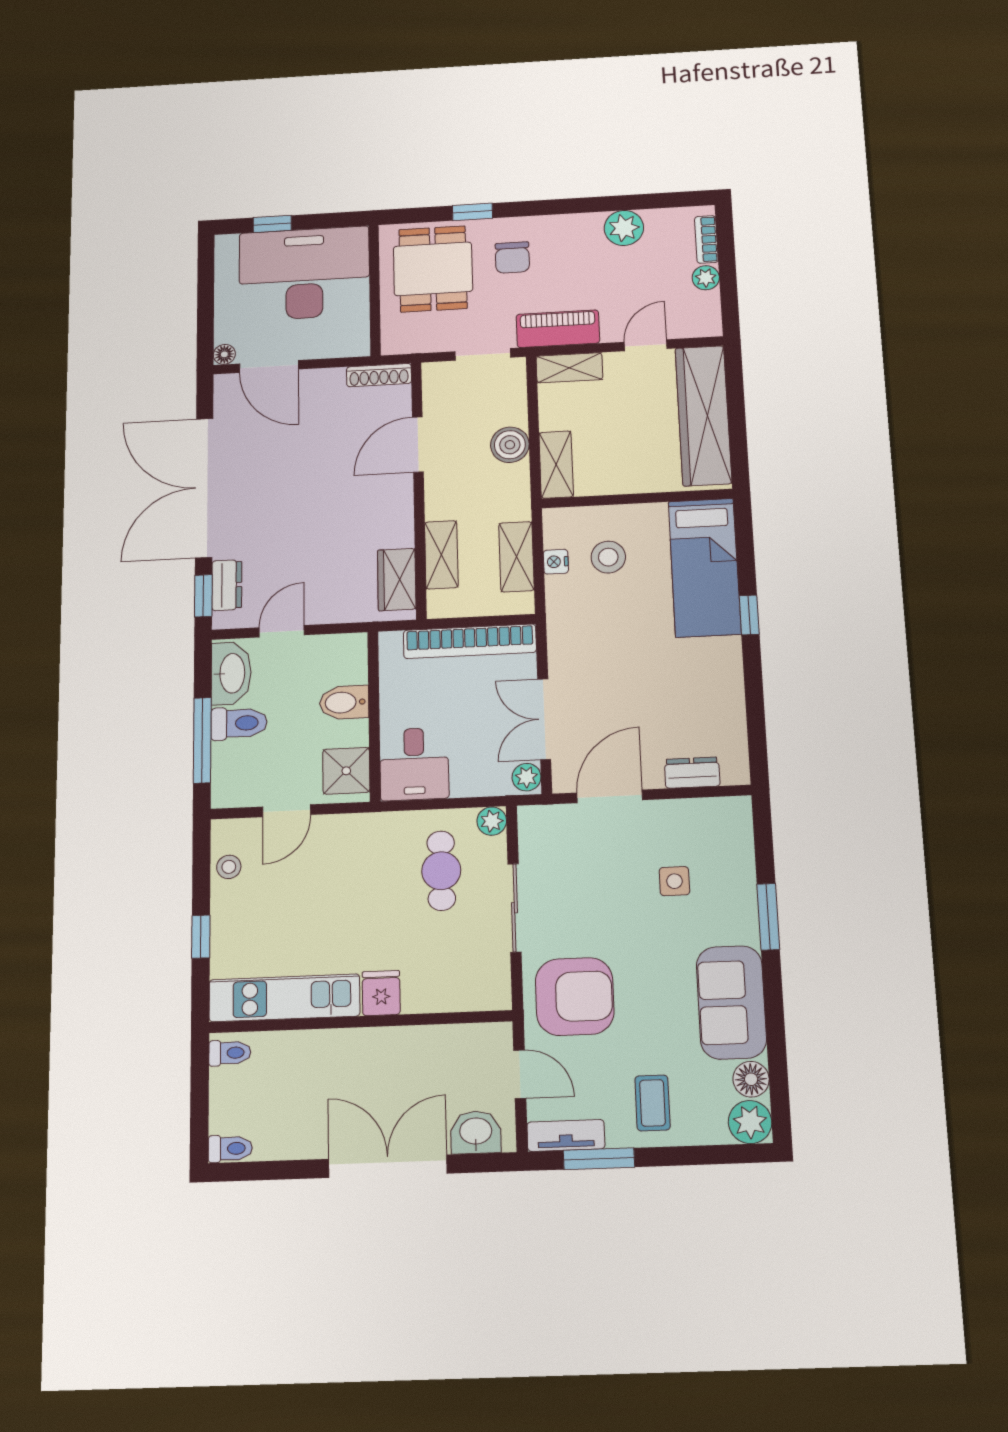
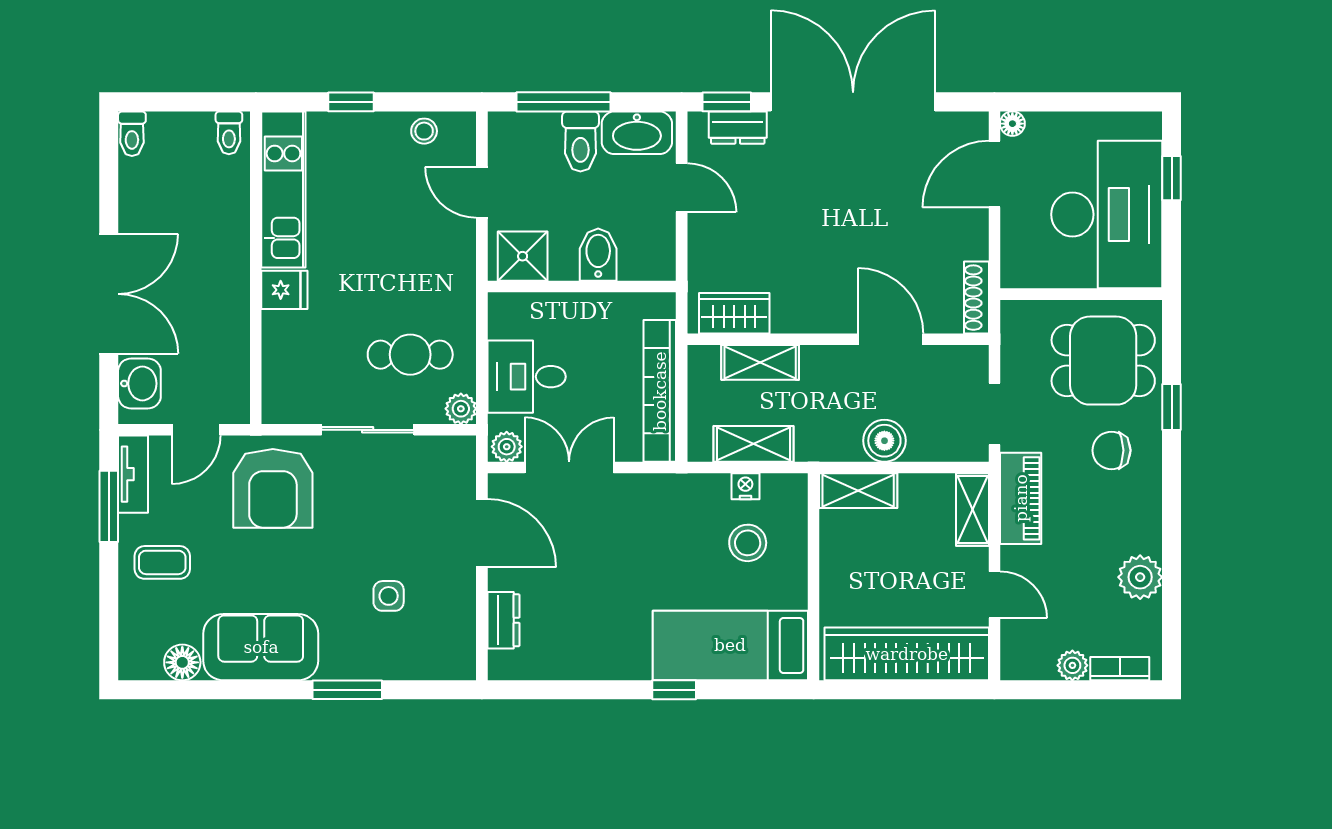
desk: (414, 764) -> (527, 377), moved
plant: (750, 1122) -> (140, 659), removed

